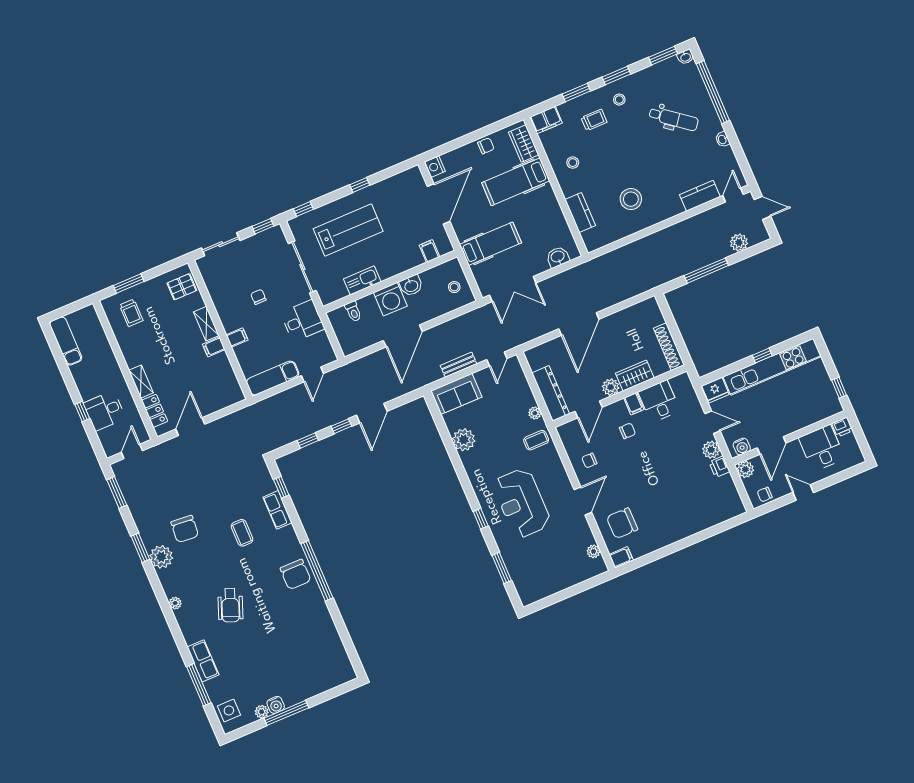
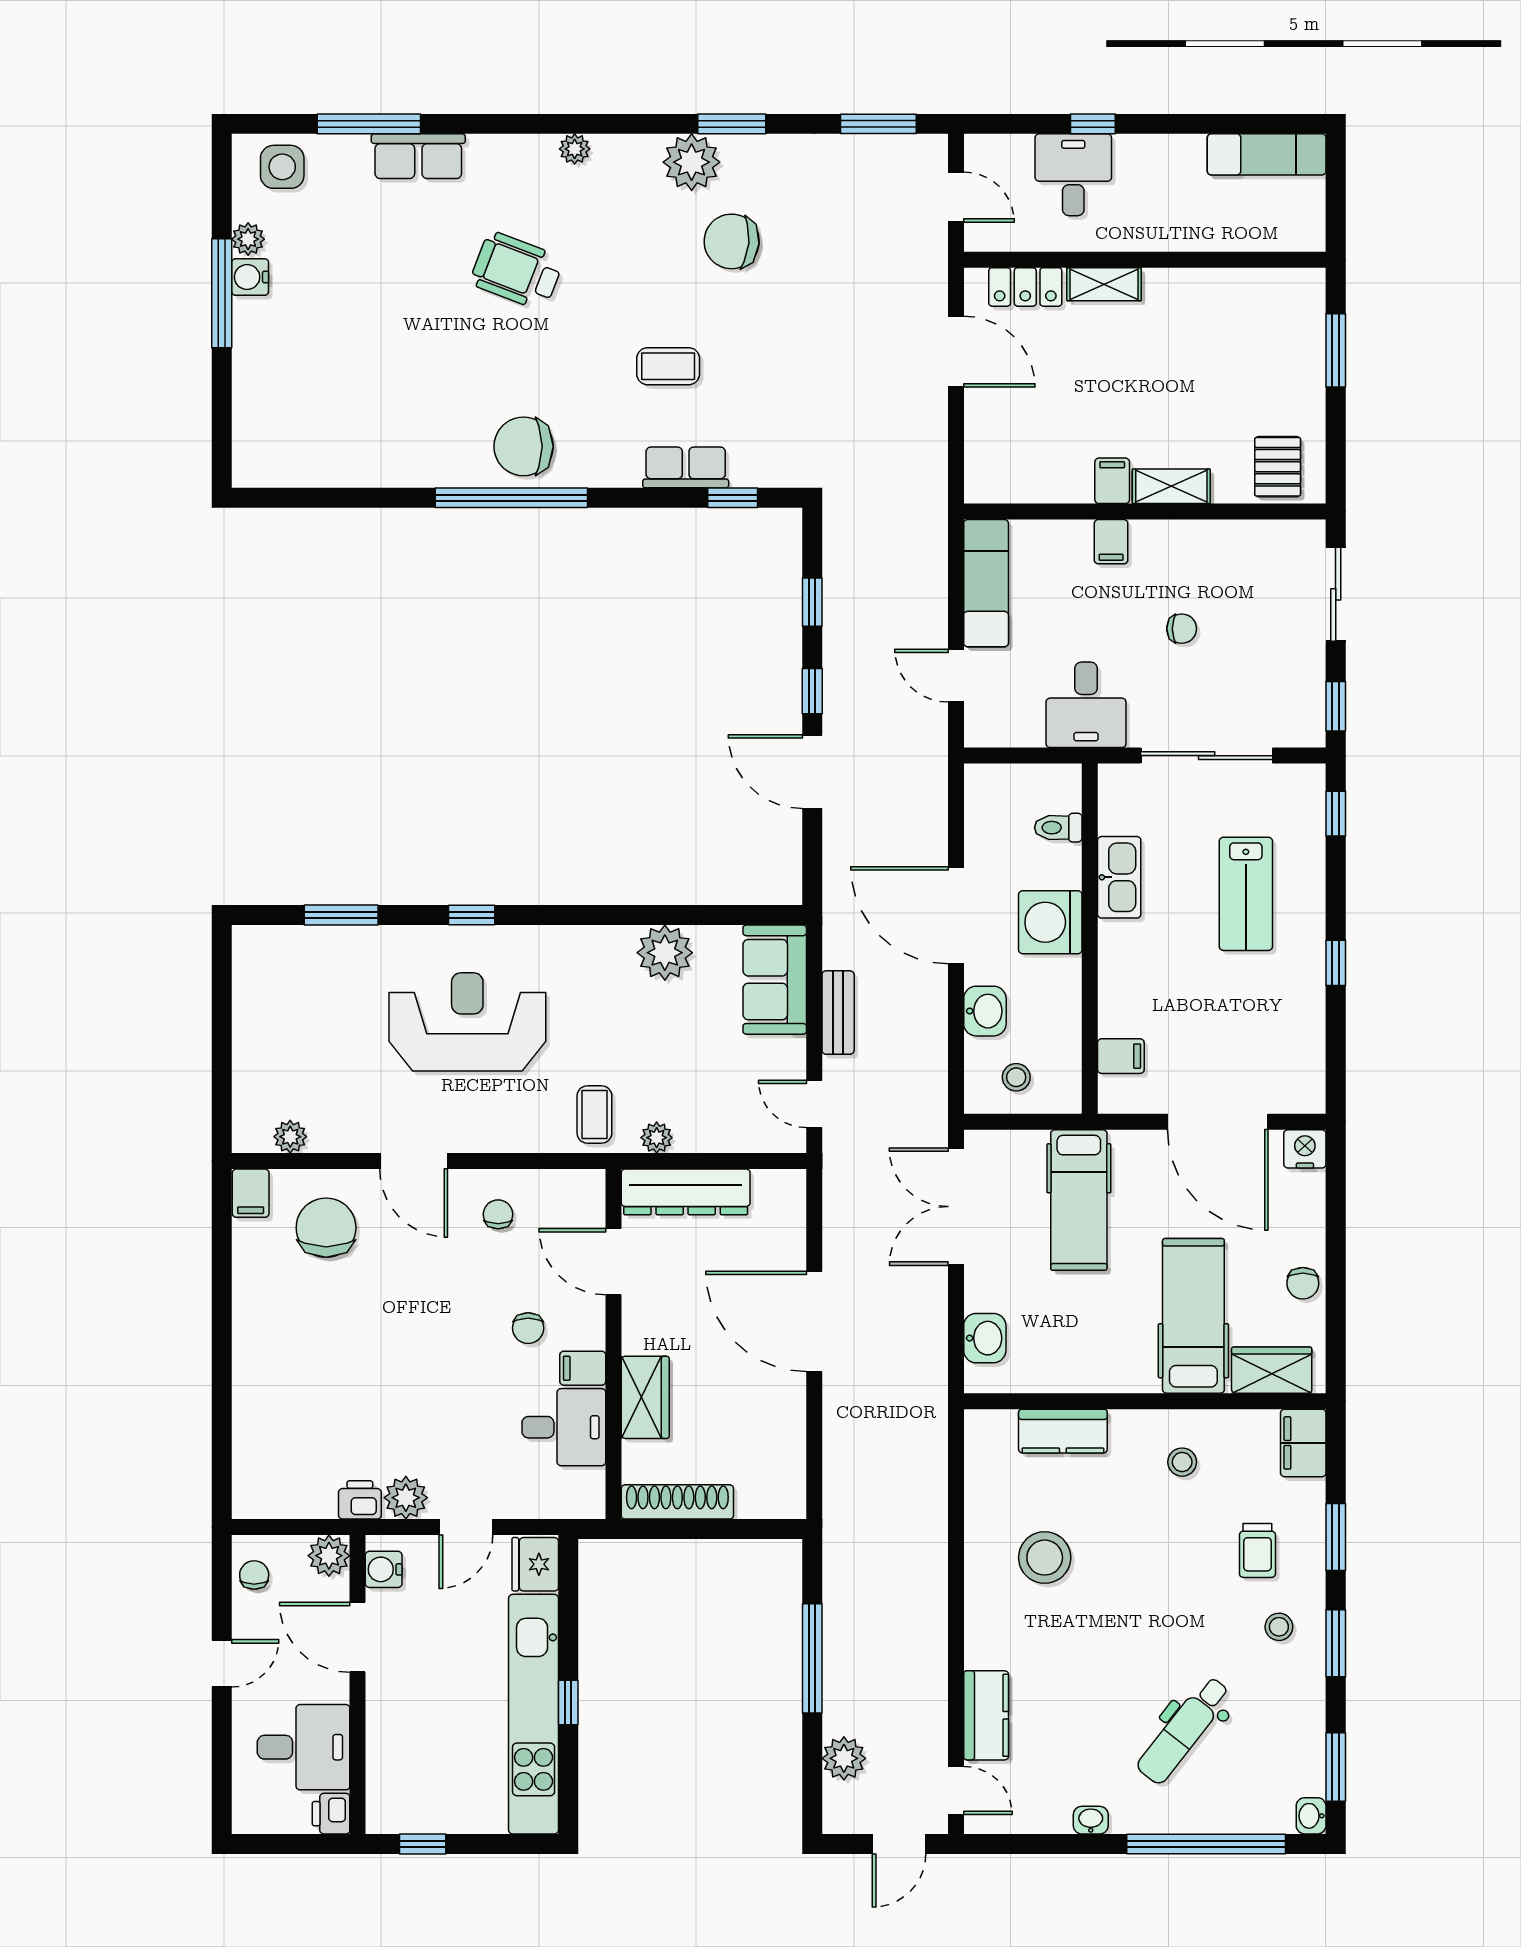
lab bench: (348, 230) -> (1246, 894), width x0.73, depth x0.72
washbasin: (411, 286) -> (985, 1011), moved, turned 180
trolley: (131, 313) -> (1268, 328), removed
plant: (611, 387) -> (642, 1332), removed

